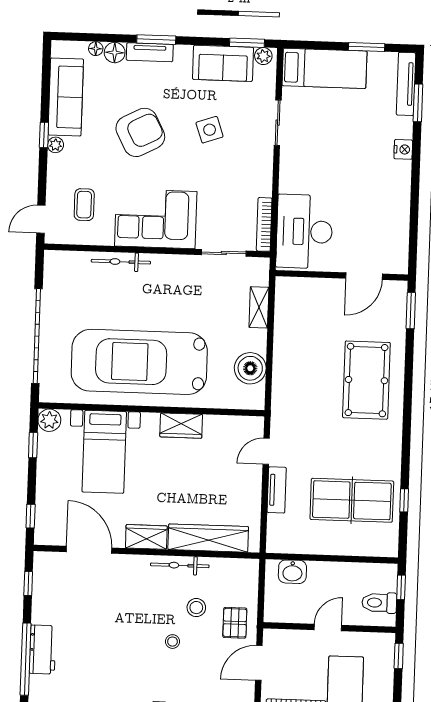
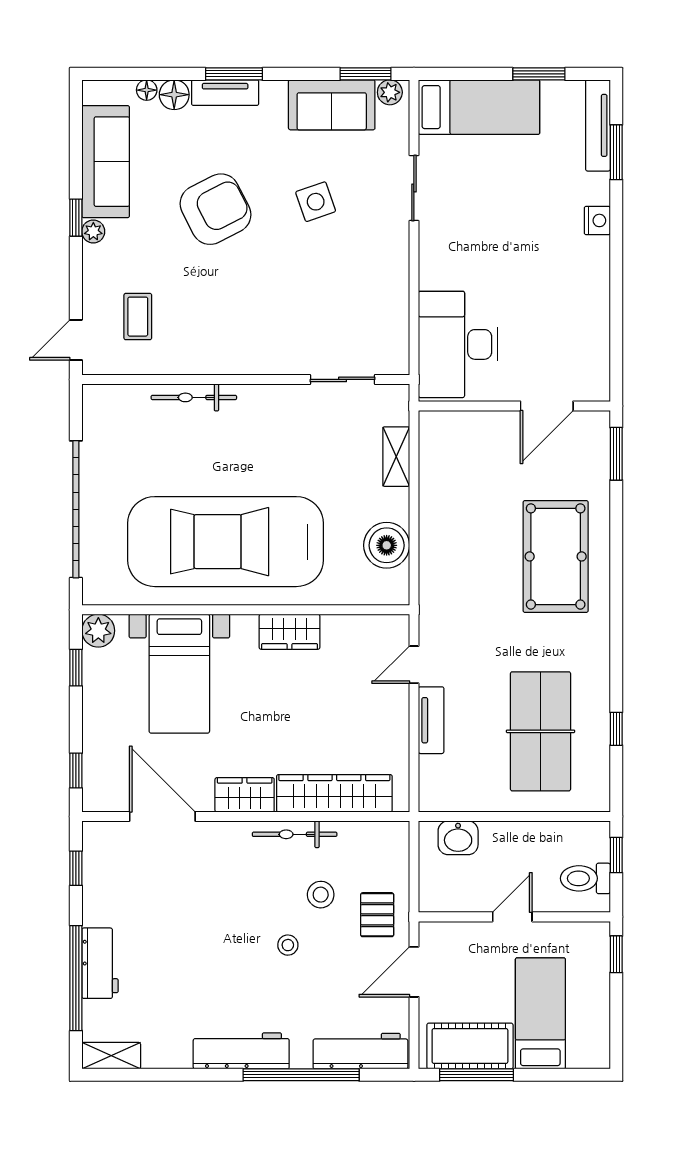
corner sofa: (156, 219) -> (242, 333), removed
bookcase: (264, 224) -> (400, 336), removed
table tennis table: (352, 500) -> (541, 731), turned 90

